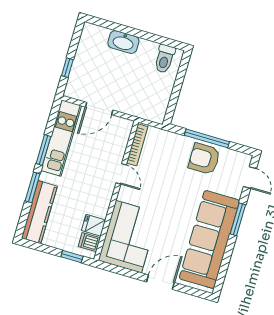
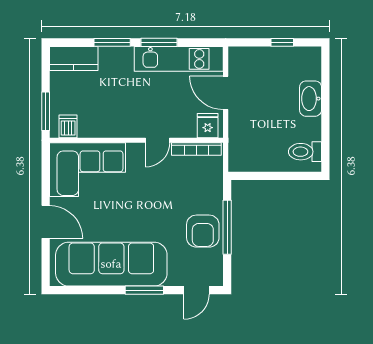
window: (67, 68) -> (282, 42), moved
armchair: (204, 159) -> (203, 231), turned 180
kitchen counter: (39, 212) -> (74, 59), width x0.67
fridge: (94, 225) -> (208, 126), moved
window: (72, 257) -> (46, 111), width x1.50

